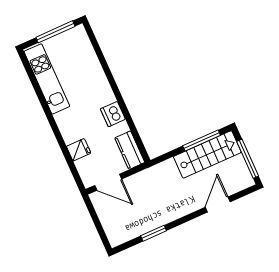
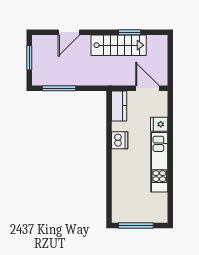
kitchen unit: (47, 79) -> (159, 162), moved
stairs: (207, 154) -> (119, 45), moved, turned 180
window: (248, 159) -> (29, 58), width x0.69

